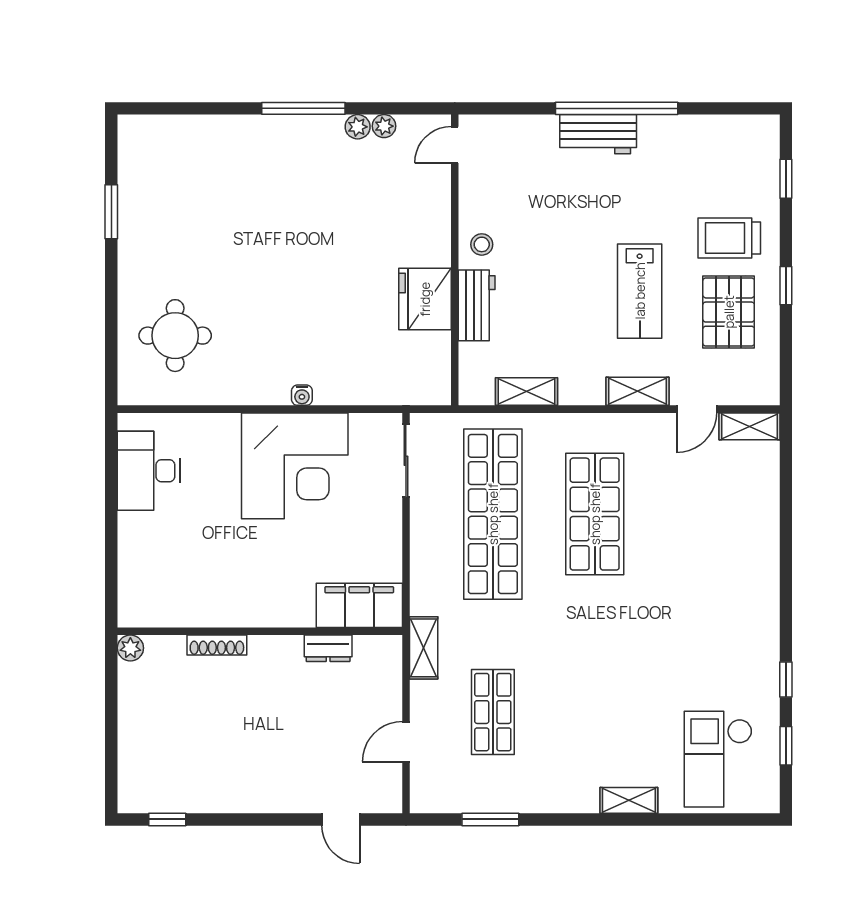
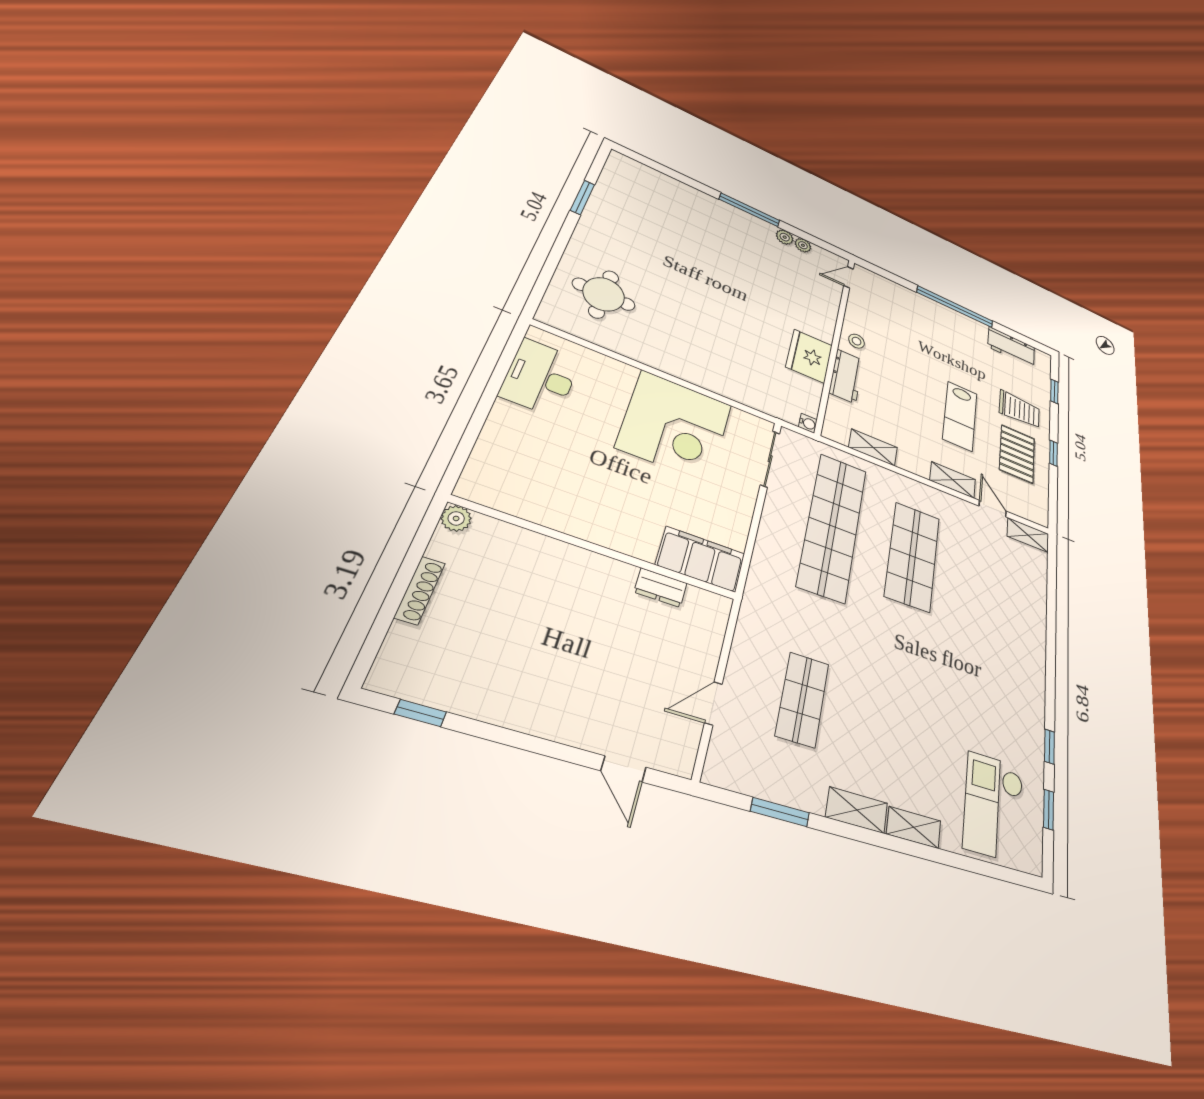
workbench: (598, 134) -> (1011, 347), moved
trolley: (729, 238) -> (1019, 409), turned 180
water cooler: (302, 395) -> (808, 423), moved, turned -90
door: (697, 409) -> (993, 509), swing flipped
shoe rack: (217, 645) -> (420, 590), moved, turned -90
shelving: (424, 648) -> (857, 810), moved, turned 90

